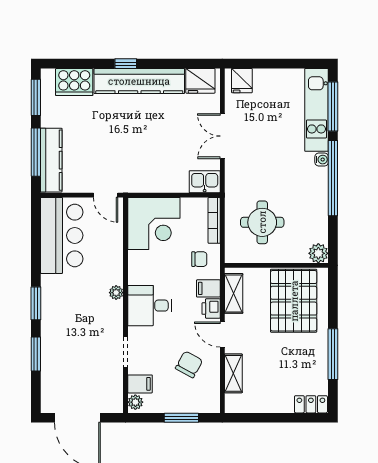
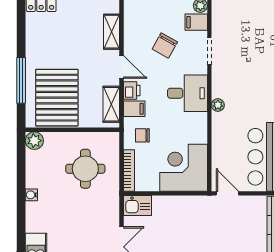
water cooler: (322, 160) -> (31, 195), moved
window: (333, 178) -> (21, 209), removed
window: (333, 354) -> (21, 80), moved
chair: (189, 364) -> (165, 46), moved

